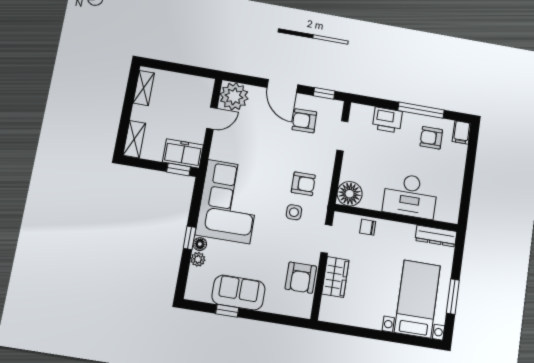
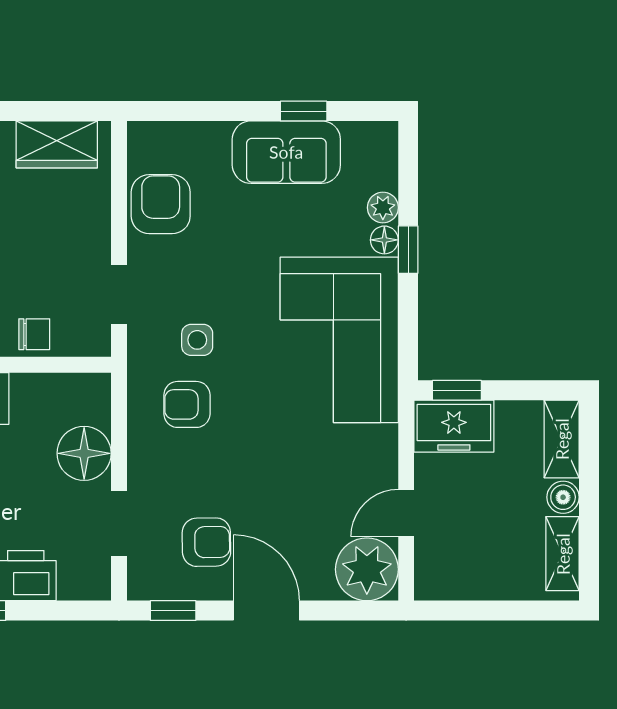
boiler: (139, 113) -> (563, 497), added
floor lamp: (350, 194) -> (84, 453), moved
wardrobe: (335, 277) -> (57, 144), moved, turned -90

